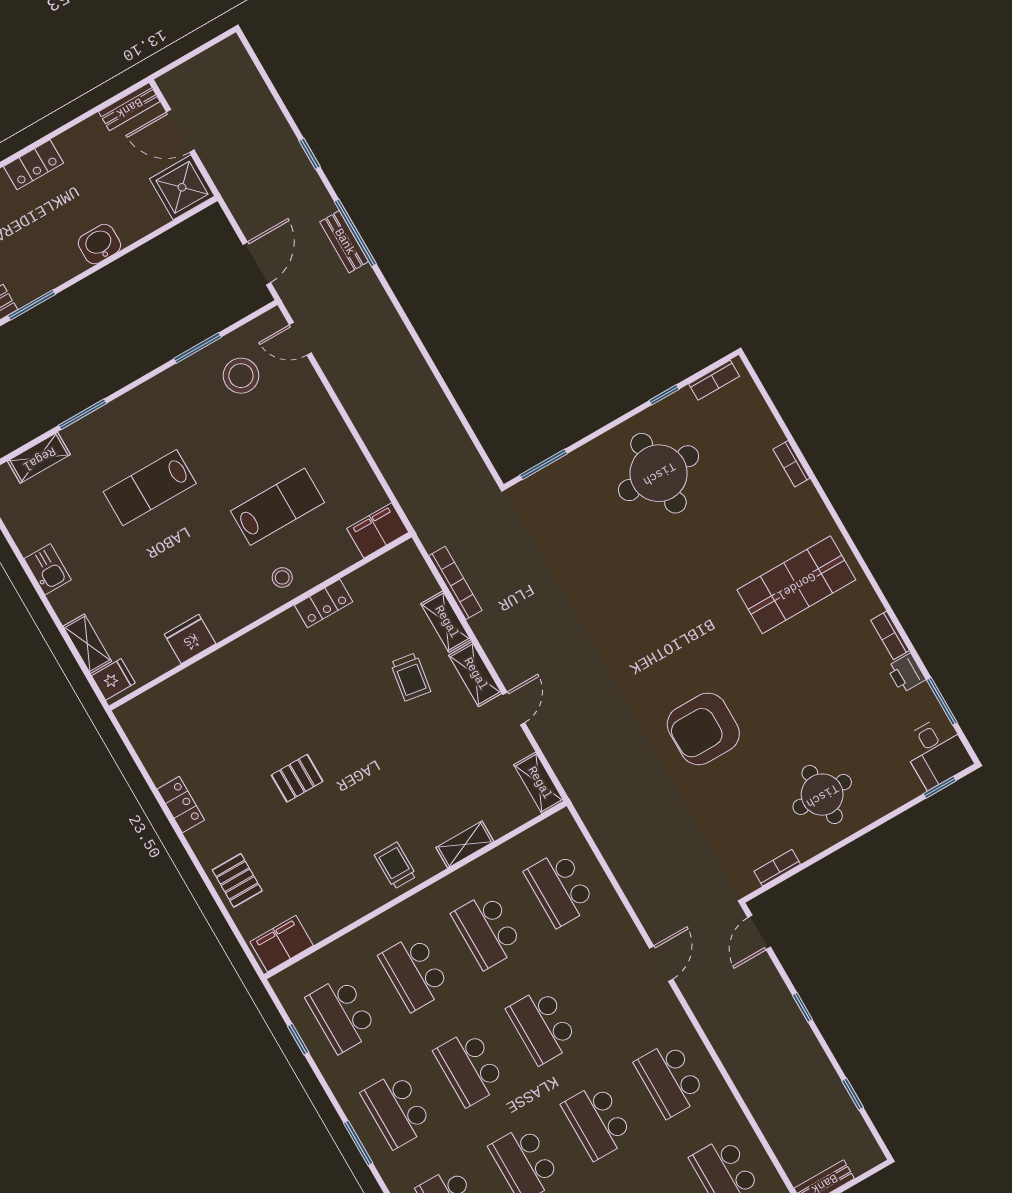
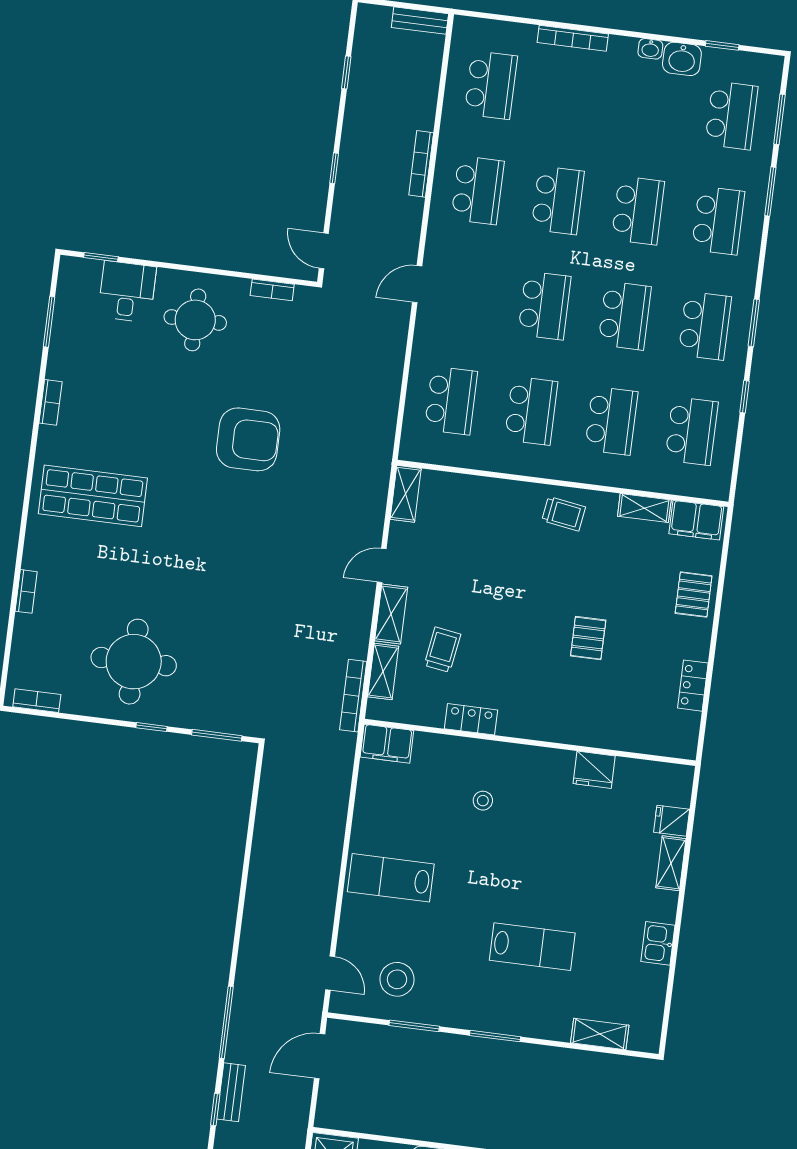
bench: (344, 242) -> (231, 1092), moved
window: (664, 395) -> (152, 727), moved
window: (83, 414) -> (495, 1036), moved
lab bench: (278, 507) -> (391, 878), moved
filing cabinet: (378, 530) -> (387, 744), moved
locker: (324, 603) -> (471, 719), moved
wall: (260, 621) -> (530, 742), moved
fridge: (190, 639) -> (594, 770), moved
printer: (906, 673) -> (60, 364), removed
desk: (936, 752) -> (127, 292), moved
pallet: (297, 778) -> (588, 638), turned 90
shelving: (465, 844) -> (644, 508), moved
trolley: (396, 866) -> (564, 514), turned -81
door: (759, 932) -> (324, 251), swing flipped
window: (298, 1039) -> (744, 397), moved
bookcase: (733, 1066) -> (421, 164), added

